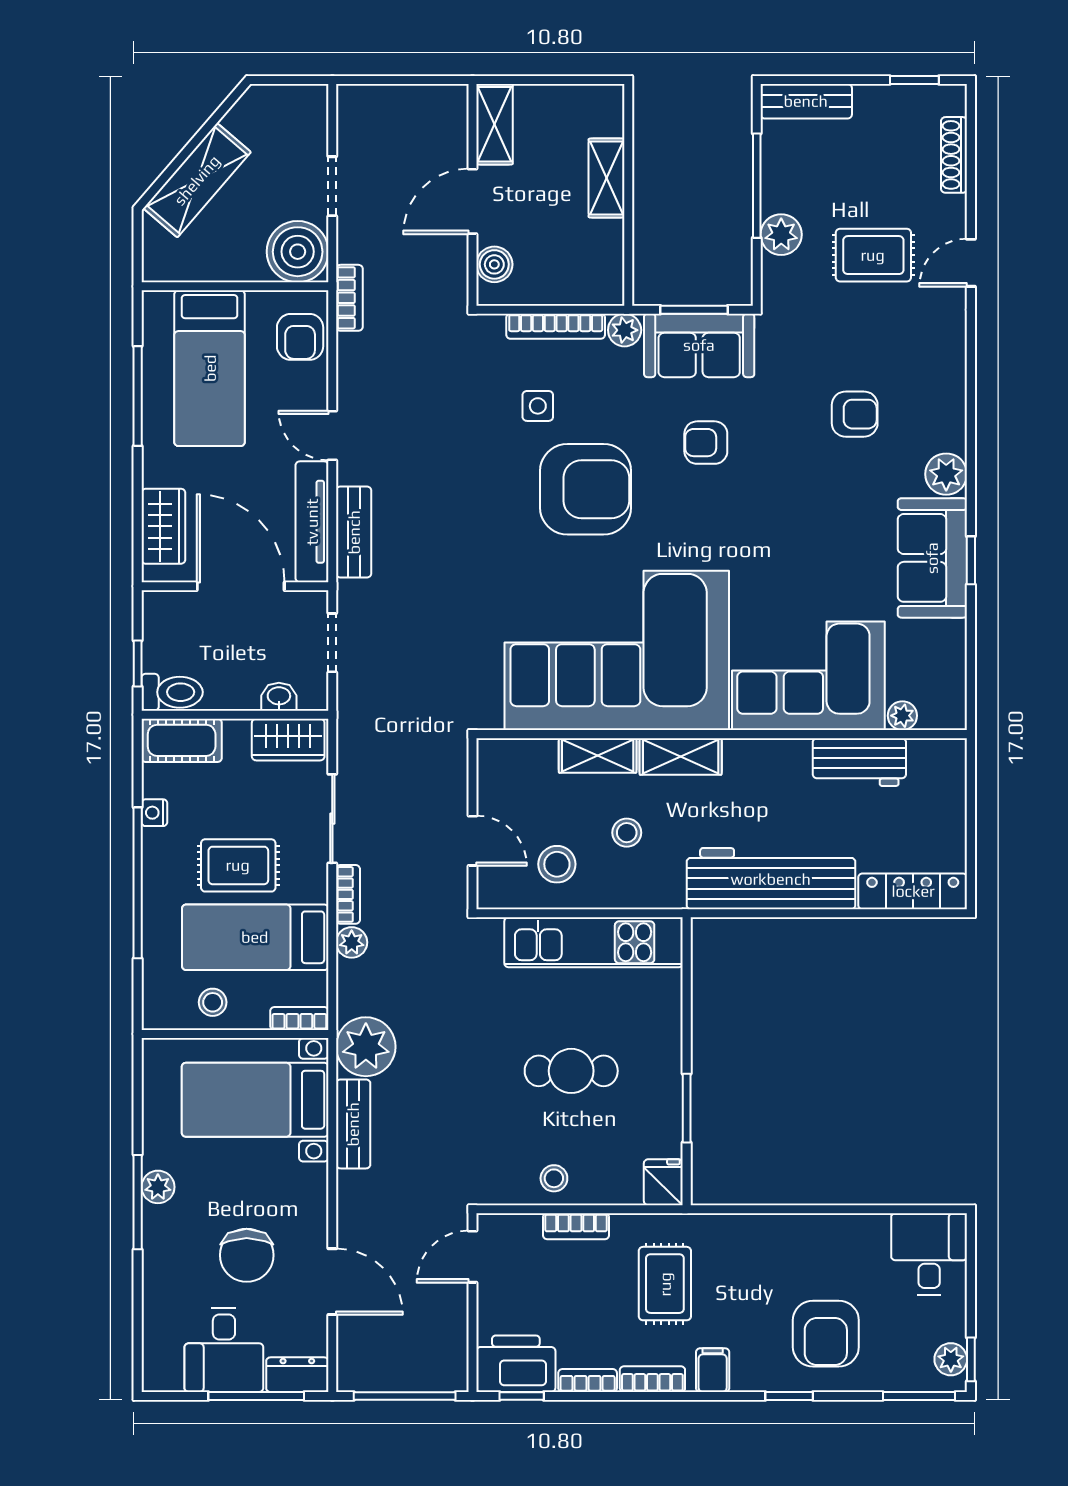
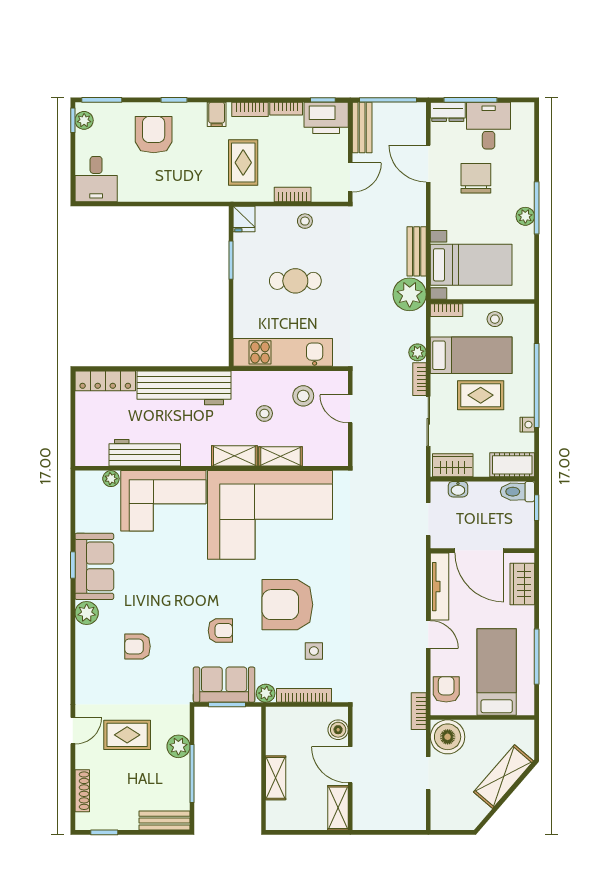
door: (472, 201) -> (350, 765), swing flipped
bench: (354, 532) -> (362, 127), moved
workbench: (859, 762) -> (145, 453), width x1.37

